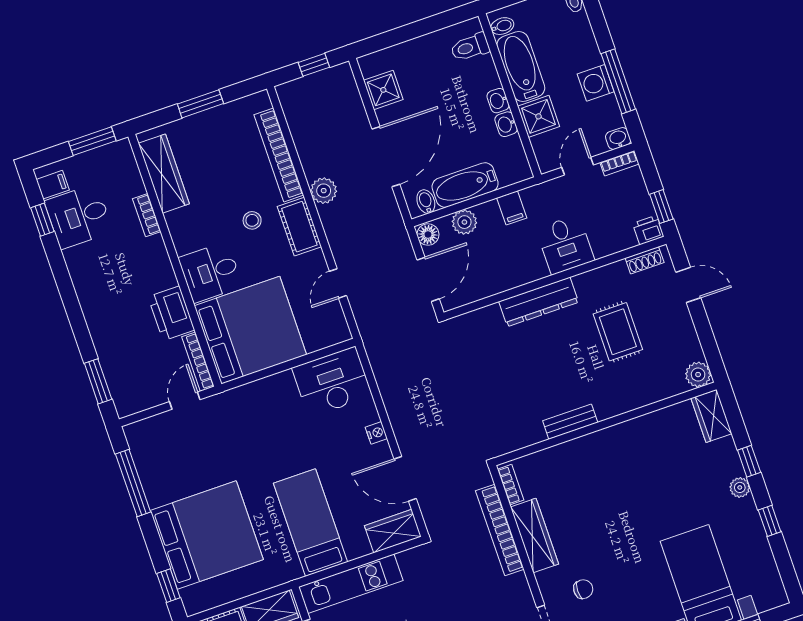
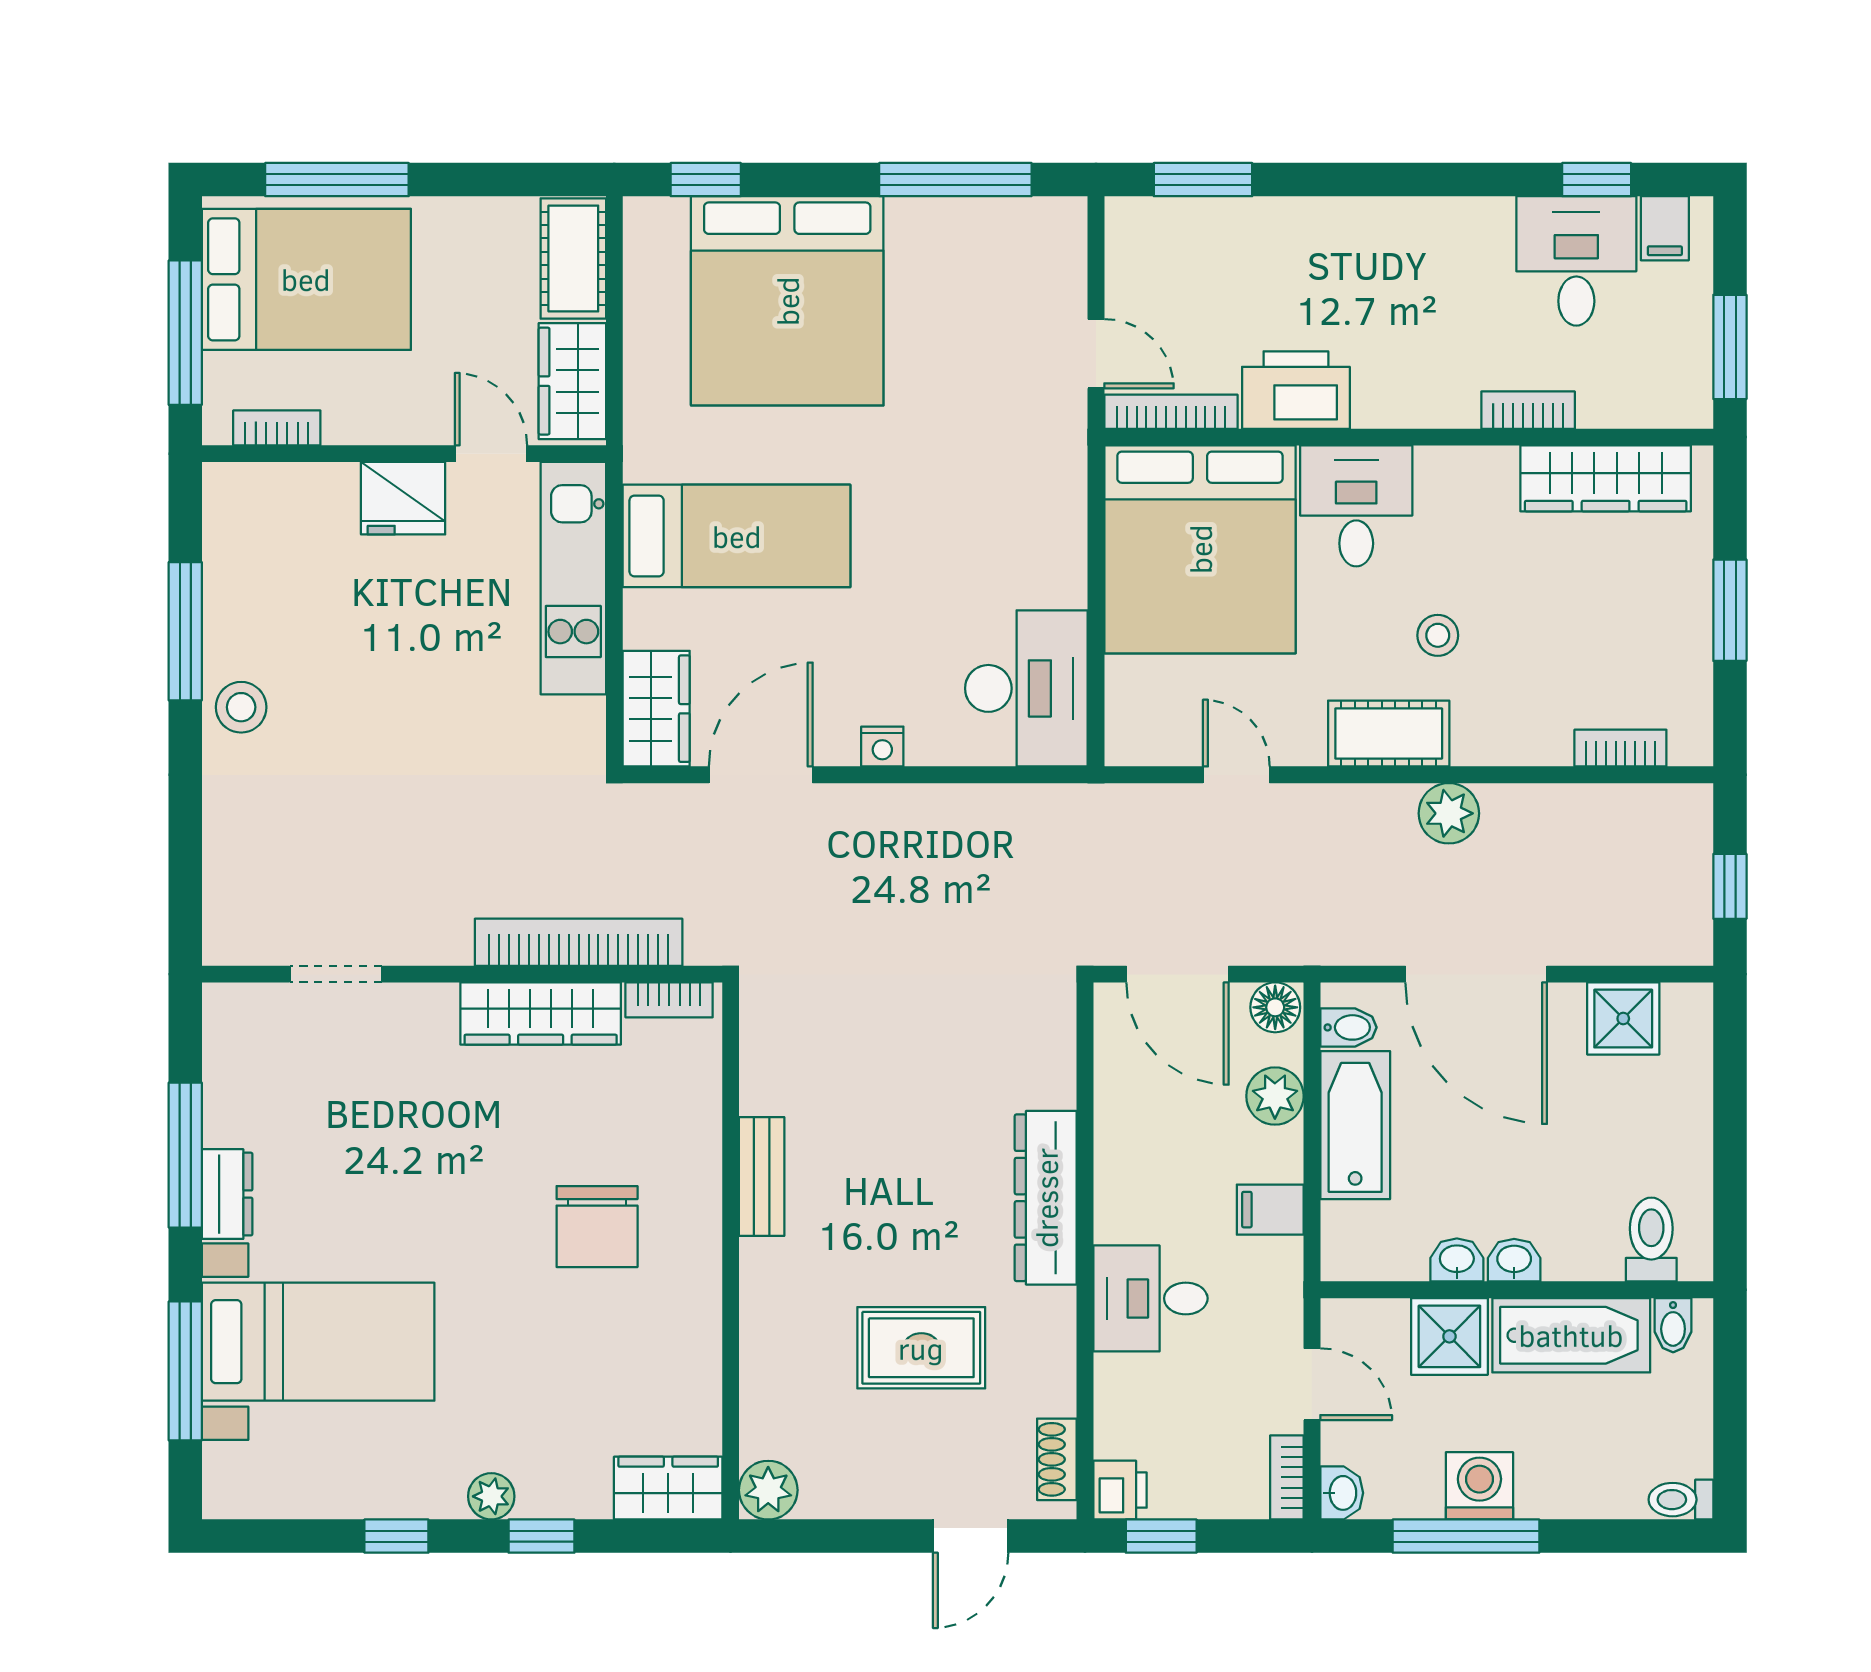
bookcase: (279, 155) -> (1620, 748), width x0.43, depth x0.76
chair: (583, 589) -> (597, 1227), moved, width x1.87, depth x1.87

